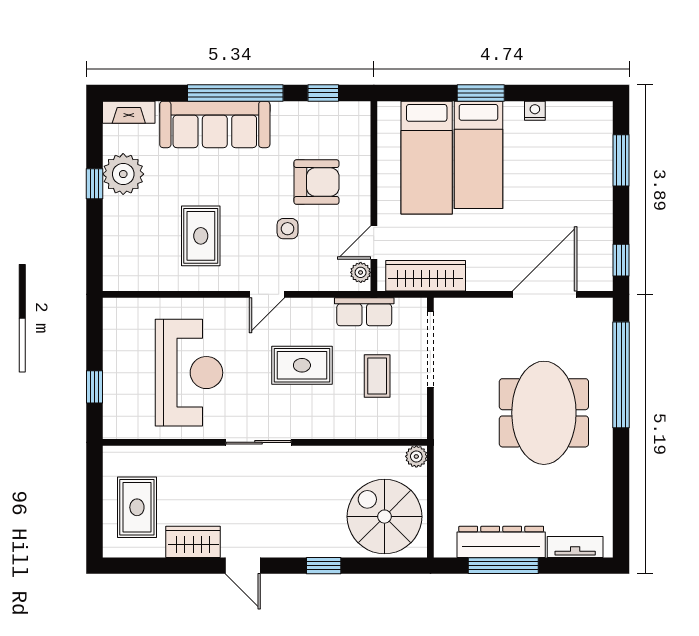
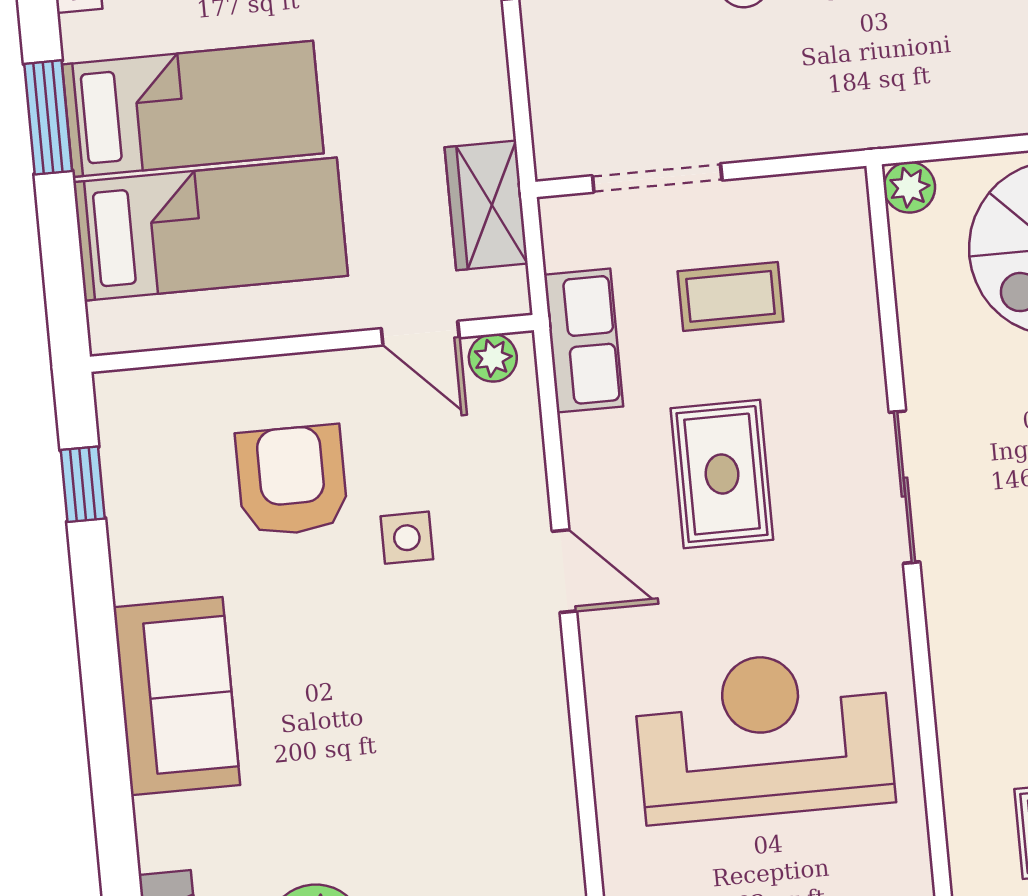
window: (235, 93) -> (102, 689), removed
sofa: (215, 124) -> (177, 696), width x0.73
rug: (201, 236) -> (443, 738), removed
wardrobe: (426, 276) -> (486, 205), width x0.67
doorway: (430, 350) -> (657, 178), width x0.73
sliding door: (259, 442) -> (905, 487), moved

